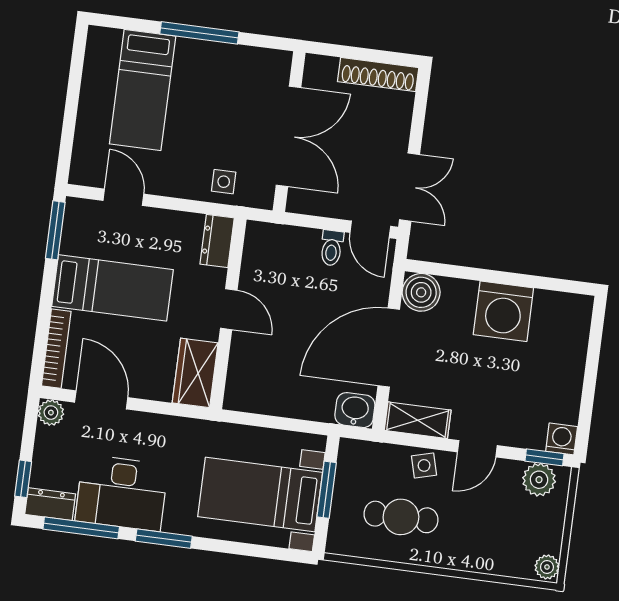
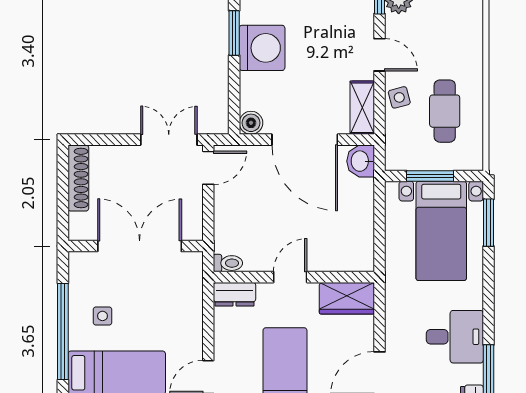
window: (199, 33) -> (63, 332), width x1.46
side table: (224, 182) -> (103, 316), moved
toilet: (332, 248) -> (228, 263), moved
window: (525, 281) -> (234, 33), added
boiler: (421, 292) -> (251, 123), width x0.73, depth x0.73
desk: (122, 493) -> (455, 337), width x0.73
window: (164, 539) -> (488, 223), moved

